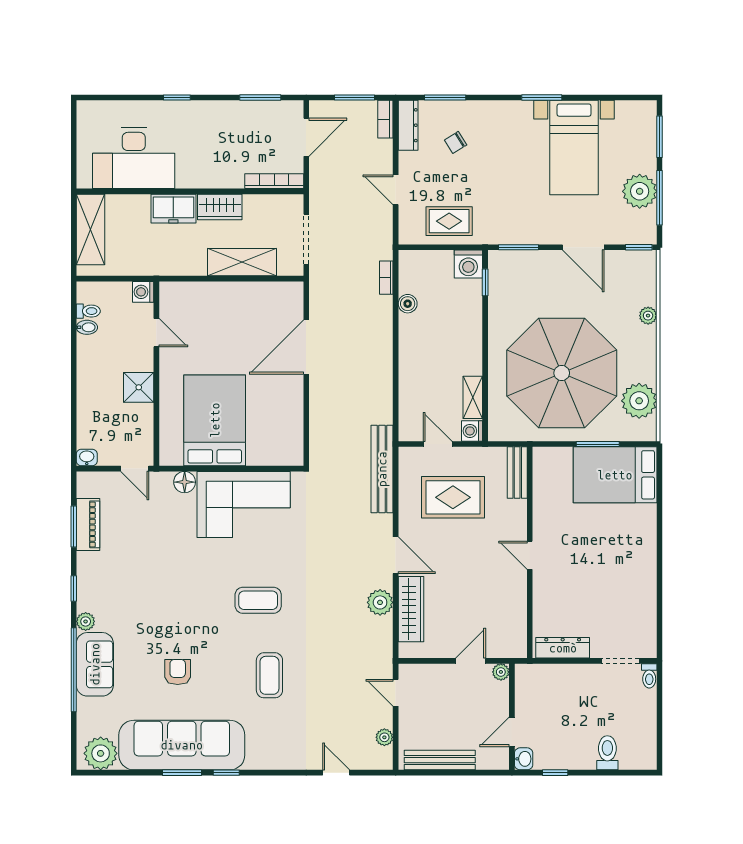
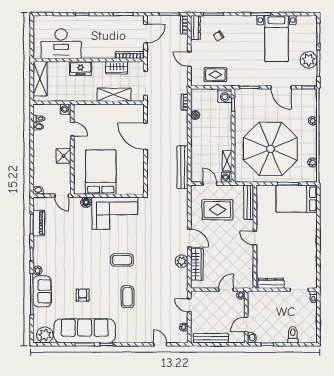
wardrobe: (220, 207) -> (117, 68), moved
door: (306, 347) -> (146, 136), hinge flipped
plant: (639, 401) -> (312, 162), width x0.53, depth x0.53
bench: (382, 469) -> (183, 167), moved
bench: (517, 473) -> (249, 202), width x1.36

